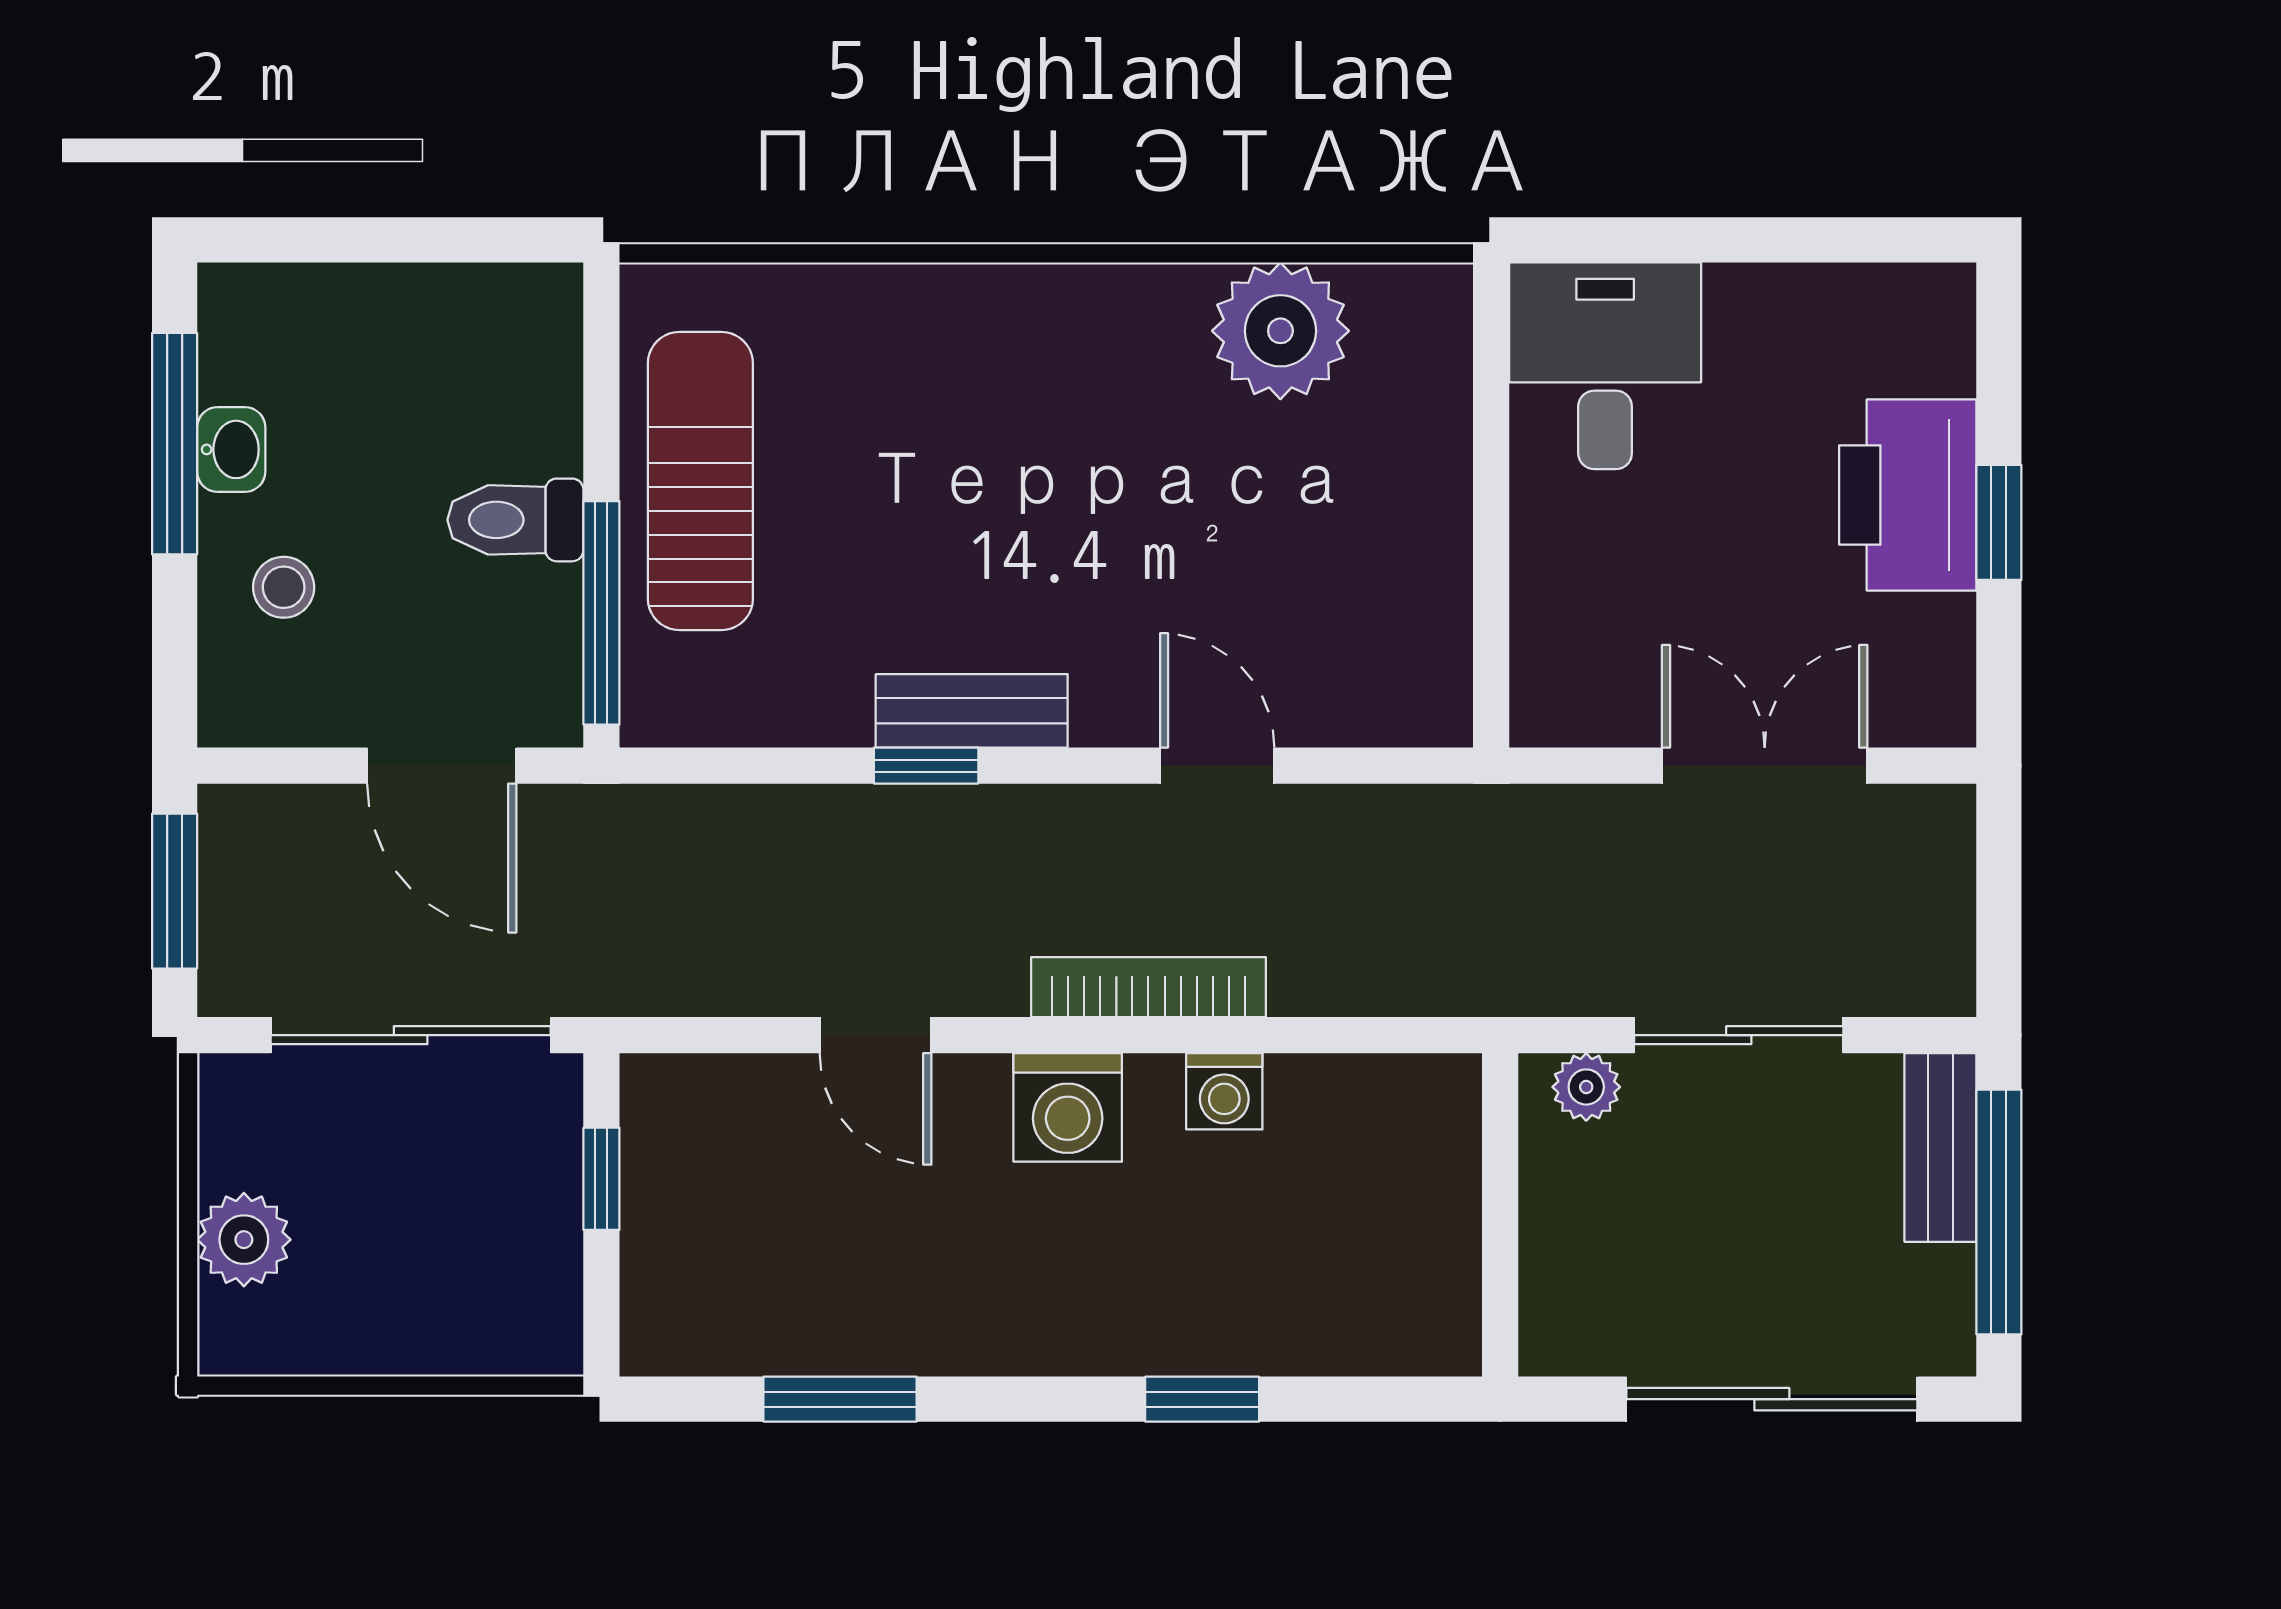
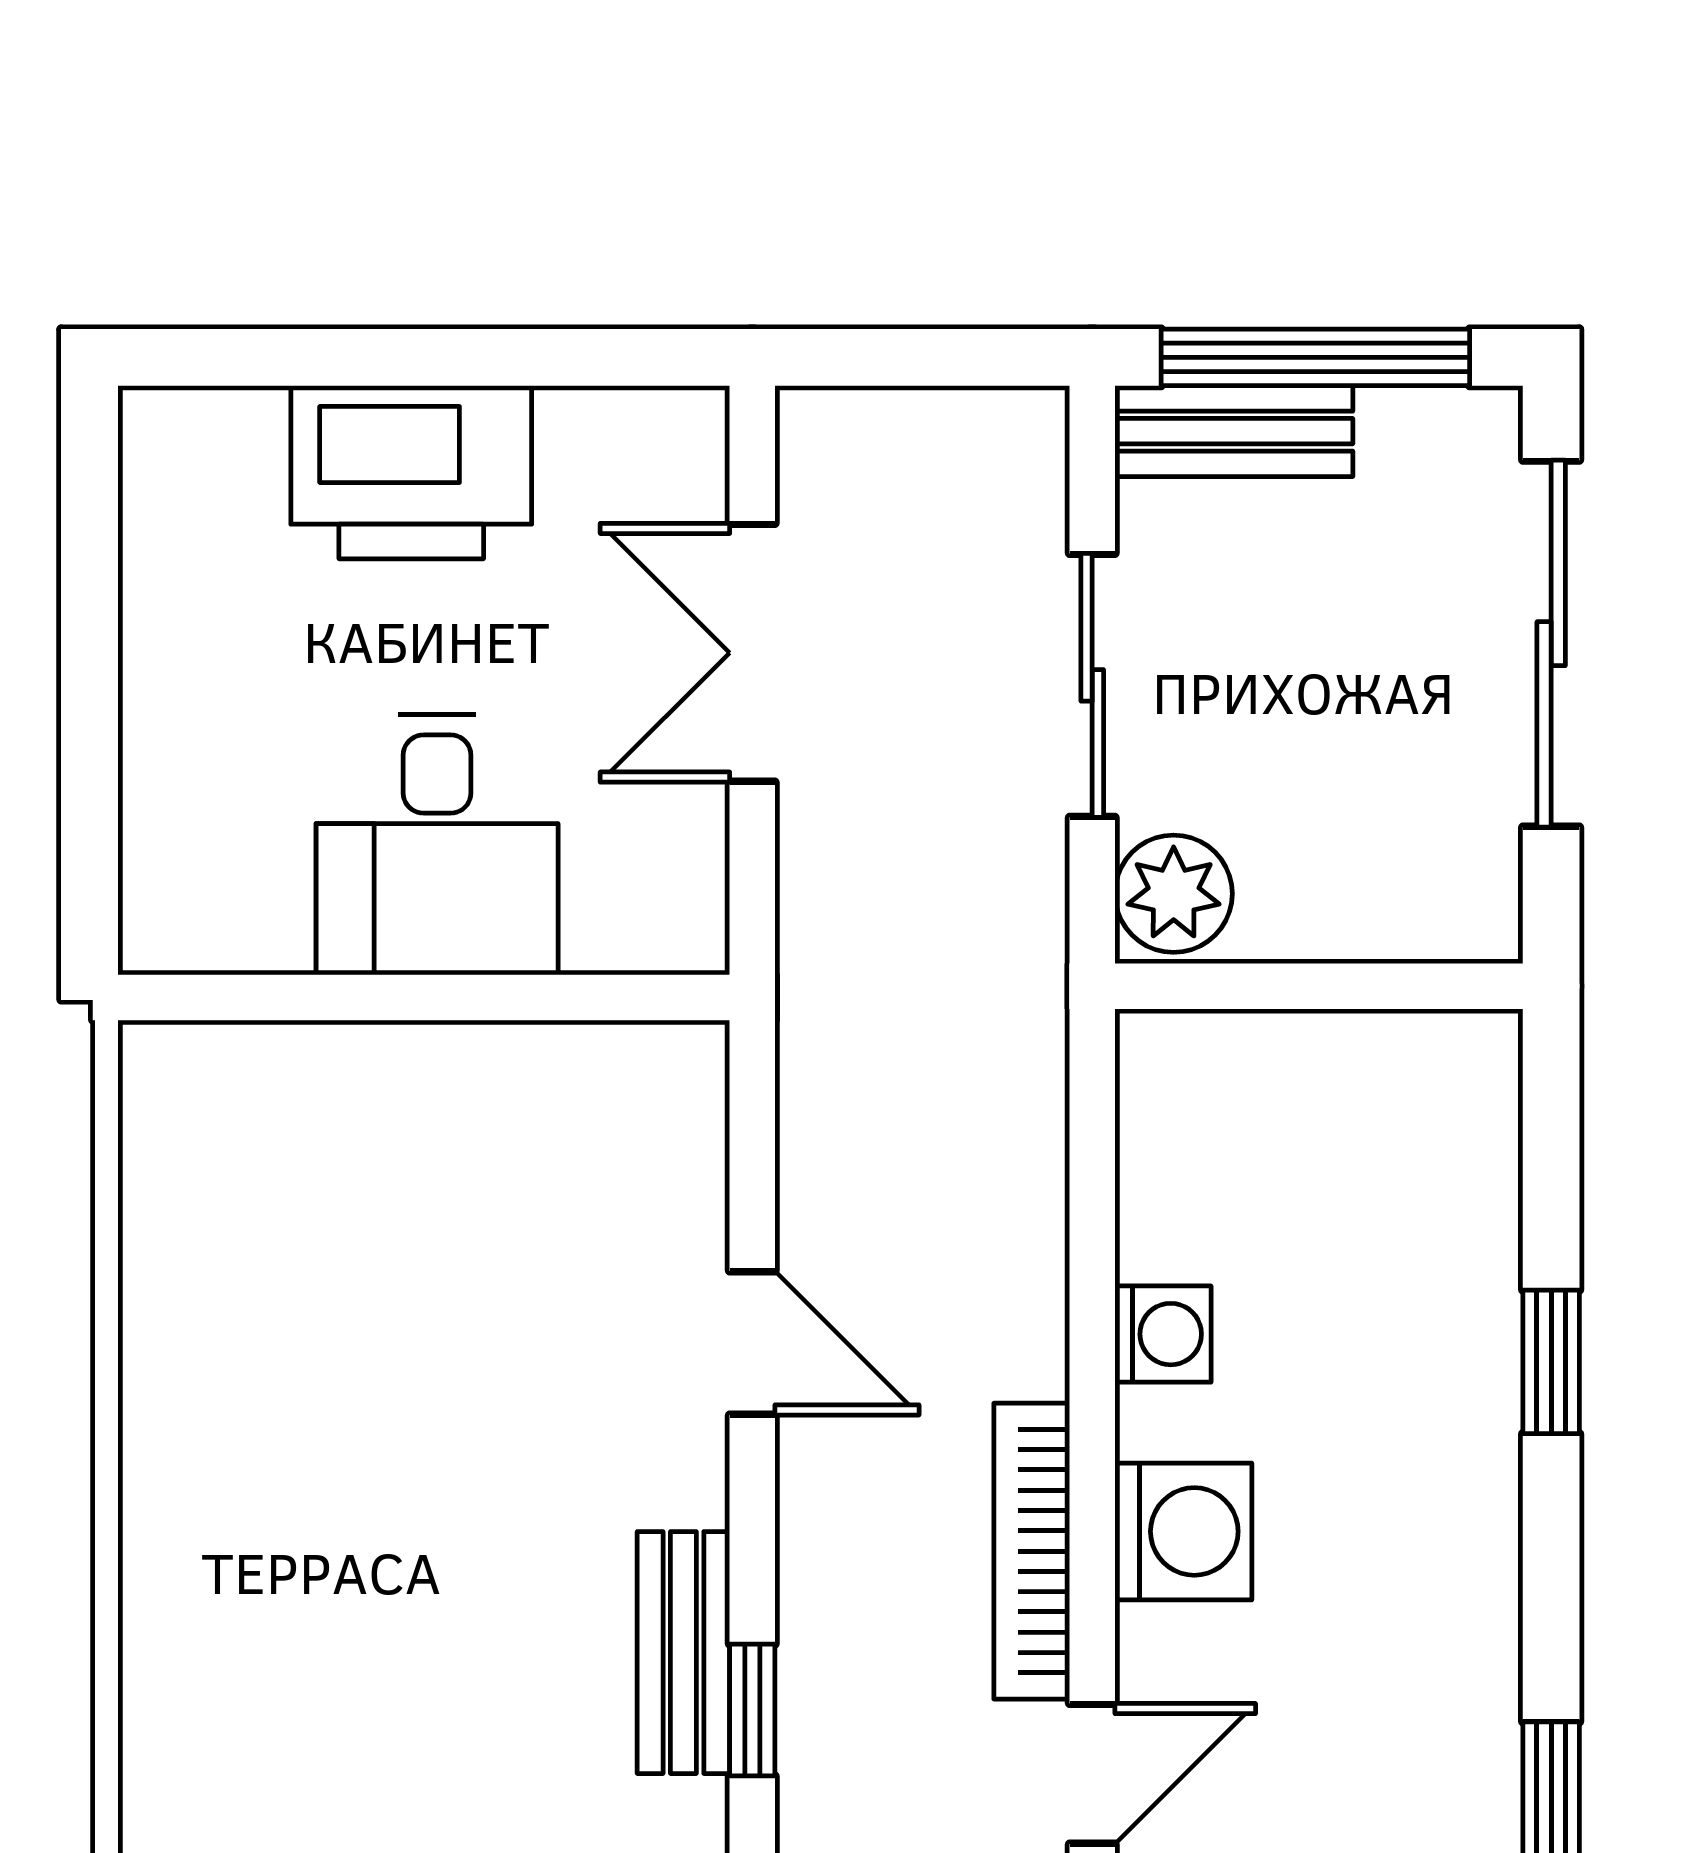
plant: (1280, 331) -> (204, 1263), removed
desk: (1605, 366) -> (437, 844), moved, turned -90
window: (1999, 522) -> (446, 357), removed
door: (1217, 766) -> (752, 1343), swing flipped
bookcase: (1148, 987) -> (1032, 1551), moved
plant: (1586, 1087) -> (1174, 894), width x1.38, depth x1.38

